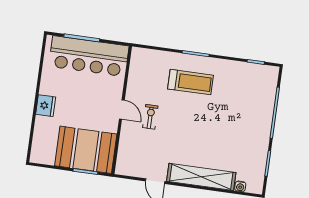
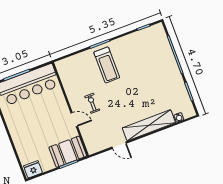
treadmill: (191, 82) -> (107, 65), turned 90
fridge: (46, 106) -> (33, 169), moved, turned -90
door: (122, 110) -> (74, 120), moved
booth: (86, 150) -> (68, 152), width x0.73, depth x0.70

